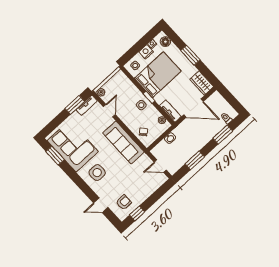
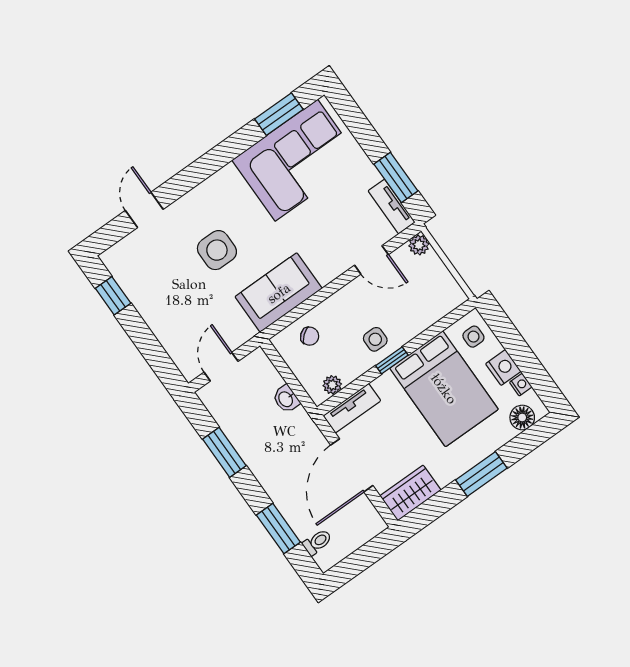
sofa: (123, 142) -> (279, 293), width x0.73
side table: (97, 173) -> (217, 250), moved
armchair: (124, 202) -> (144, 267), removed

